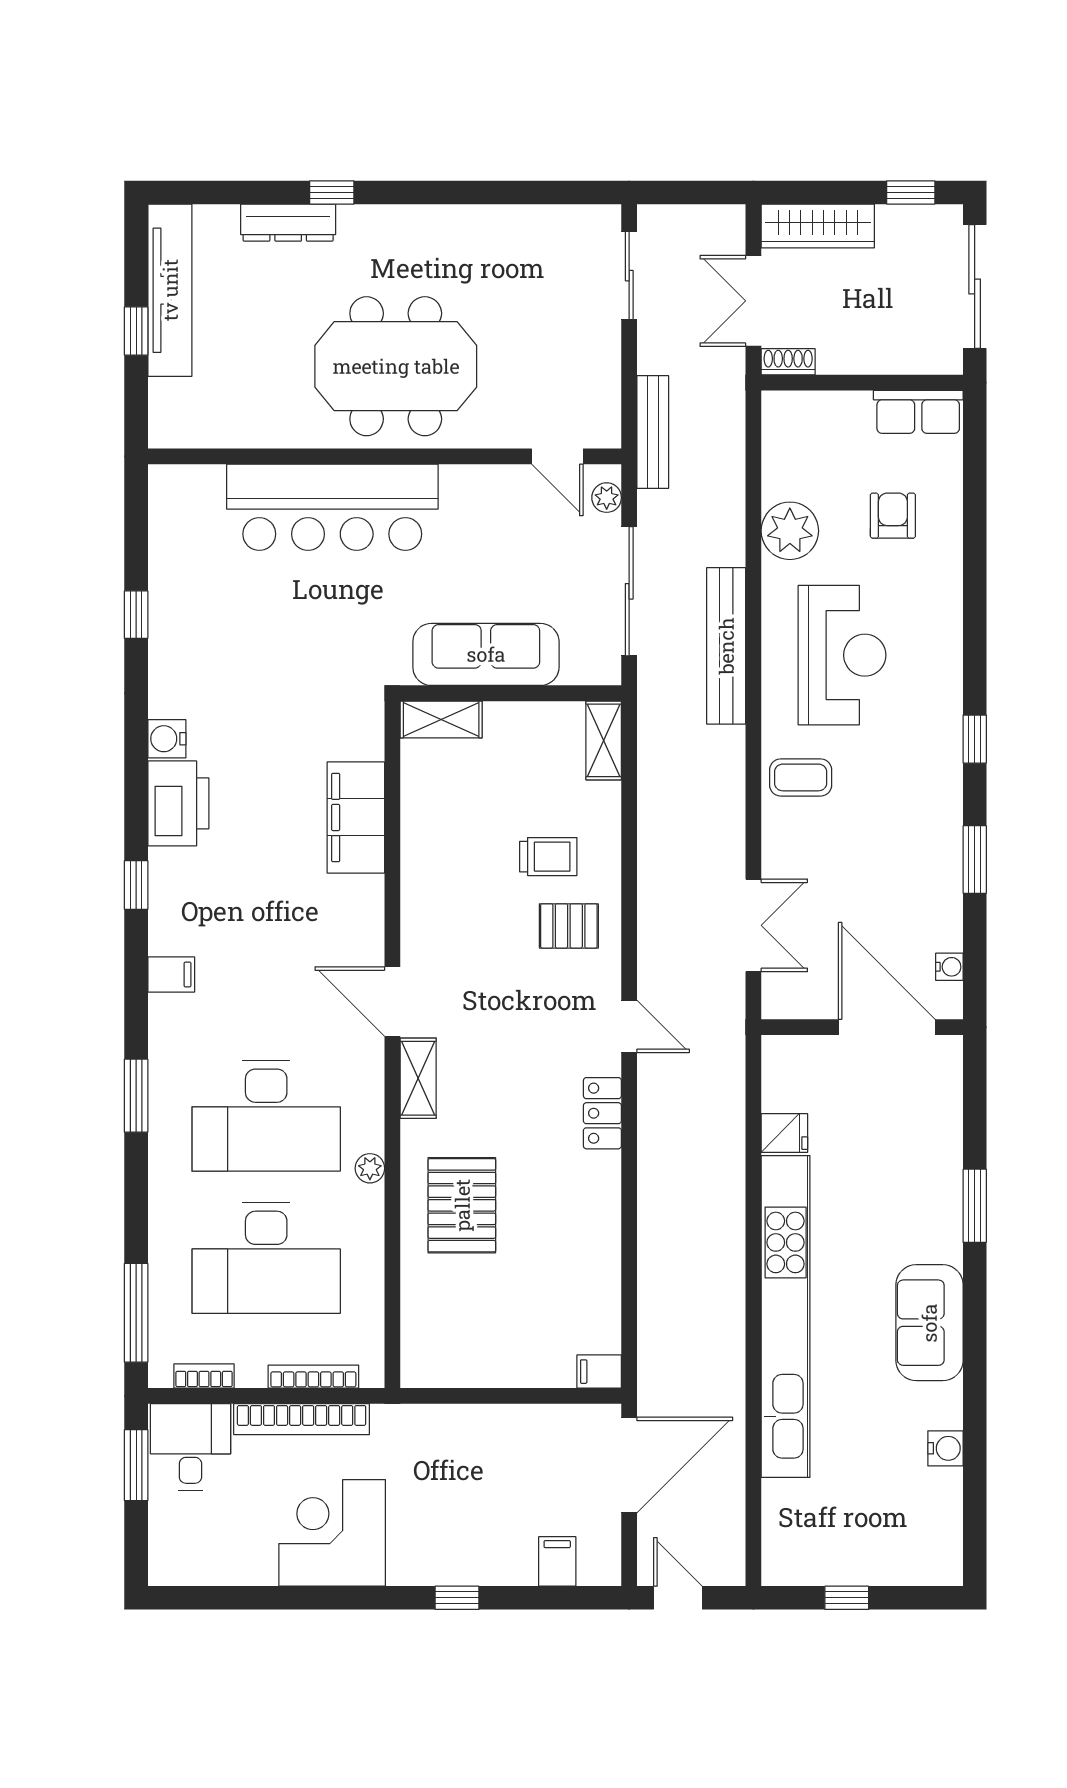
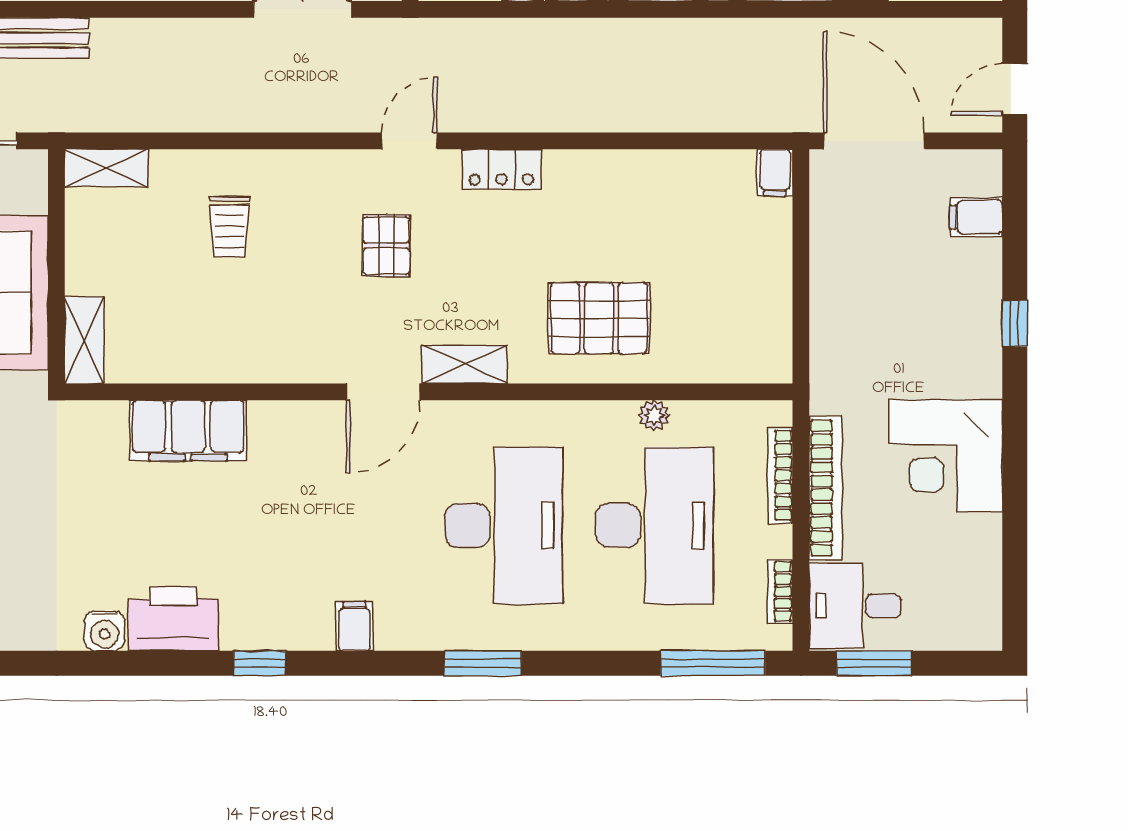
trolley: (548, 857) -> (229, 227), turned 180
pallet: (569, 926) -> (386, 246), moved
plant: (370, 1168) -> (654, 416), moved

